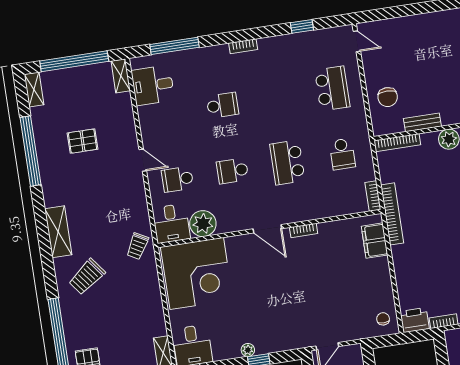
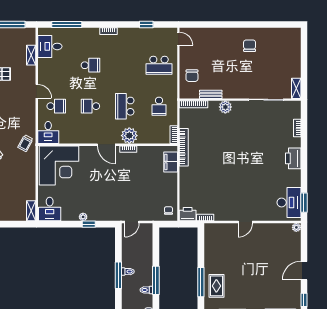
shelving: (121, 76) -> (31, 55), moved
school desk: (332, 88) -> (159, 65), turned 90
school desk: (178, 179) -> (56, 106), turned 180
plant: (203, 224) -> (129, 136), moved

